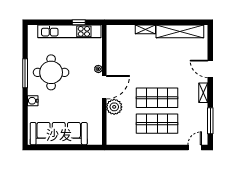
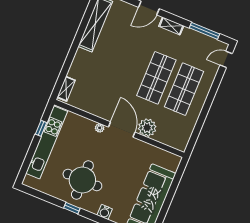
shelving: (145, 29) -> (66, 89), moved
window: (25, 73) -> (72, 208), width x0.46
door: (195, 147) -> (226, 59), hinge flipped

